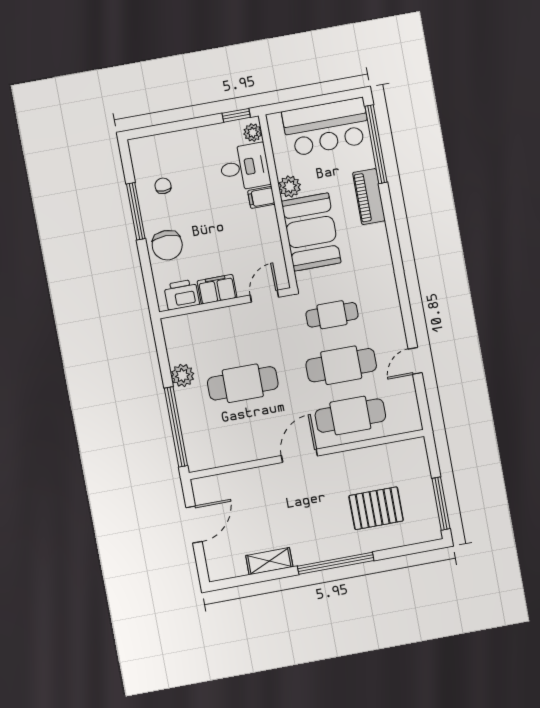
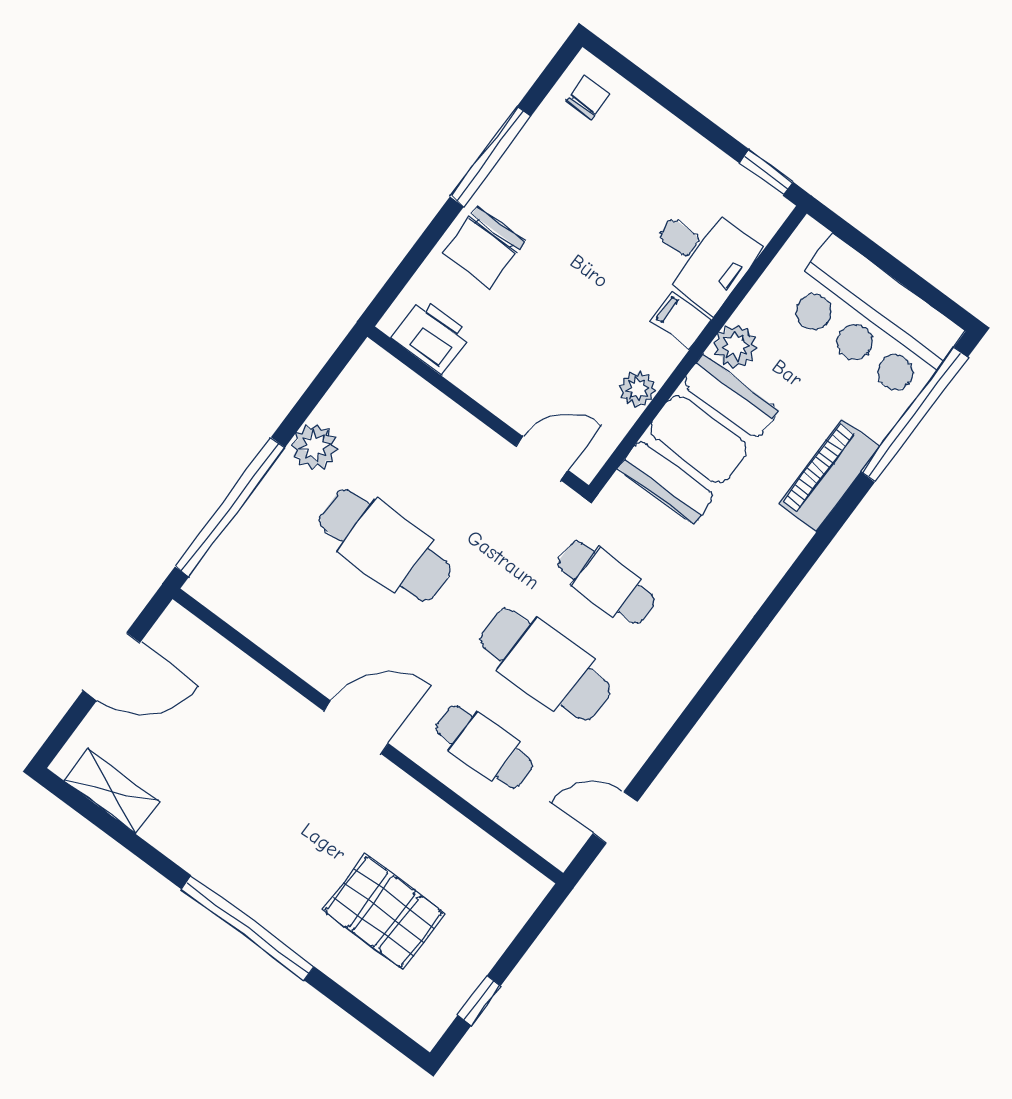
plant: (253, 133) -> (638, 389), moved
chair: (163, 186) -> (588, 97), moved
filing cabinet: (217, 289) -> (487, 380), removed
door: (415, 361) -> (615, 818), moved
cafe table: (350, 416) -> (484, 747), width x0.73, depth x0.74
window: (441, 504) -> (479, 1001), width x0.46
shelving: (269, 561) -> (111, 791), moved

